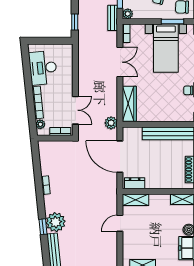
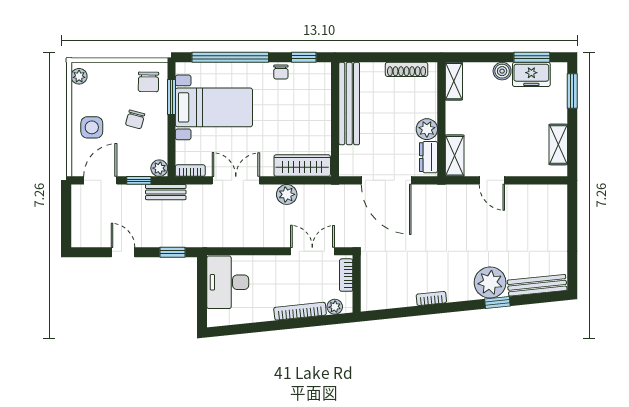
desk: (43, 68) -> (228, 282), moved, turned 96
plant: (111, 123) -> (287, 194), moved
door: (120, 157) -> (386, 180), hinge flipped
plant: (152, 182) -> (427, 129), added

